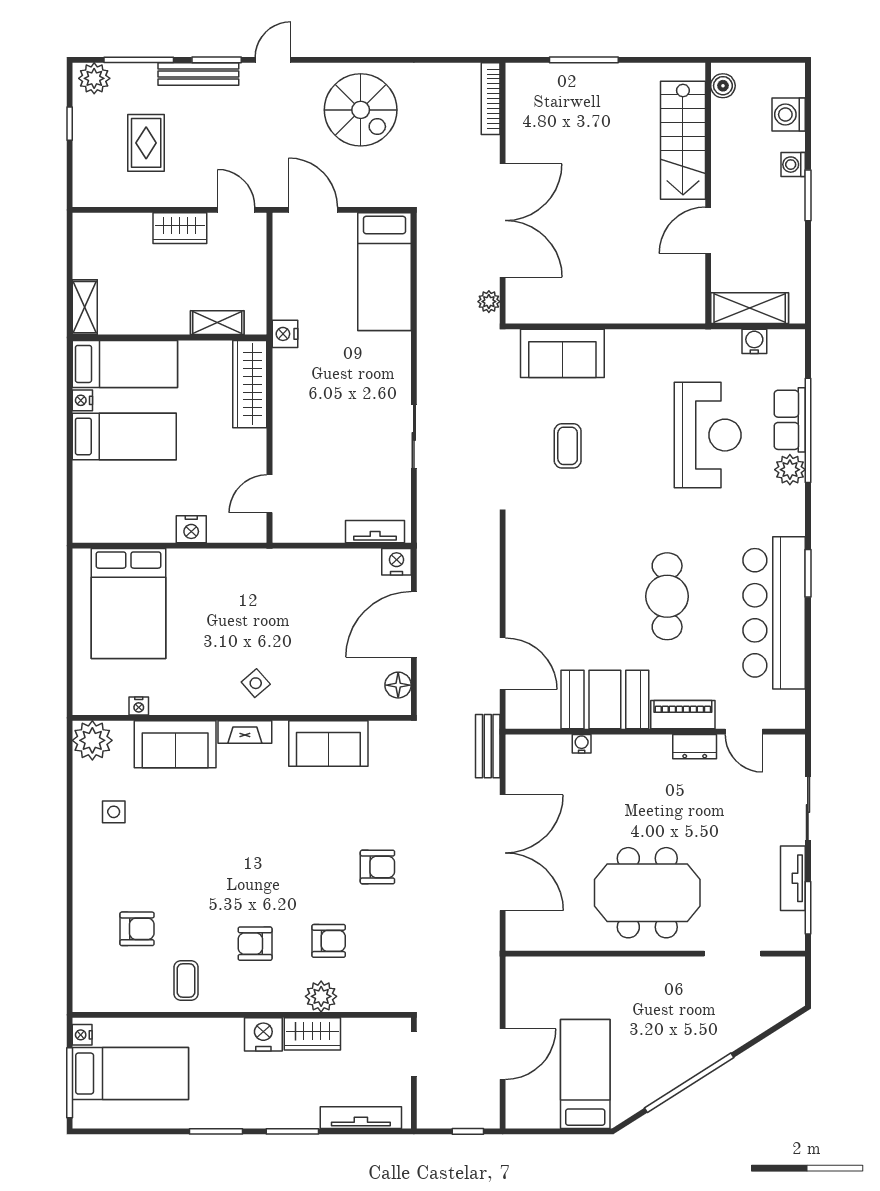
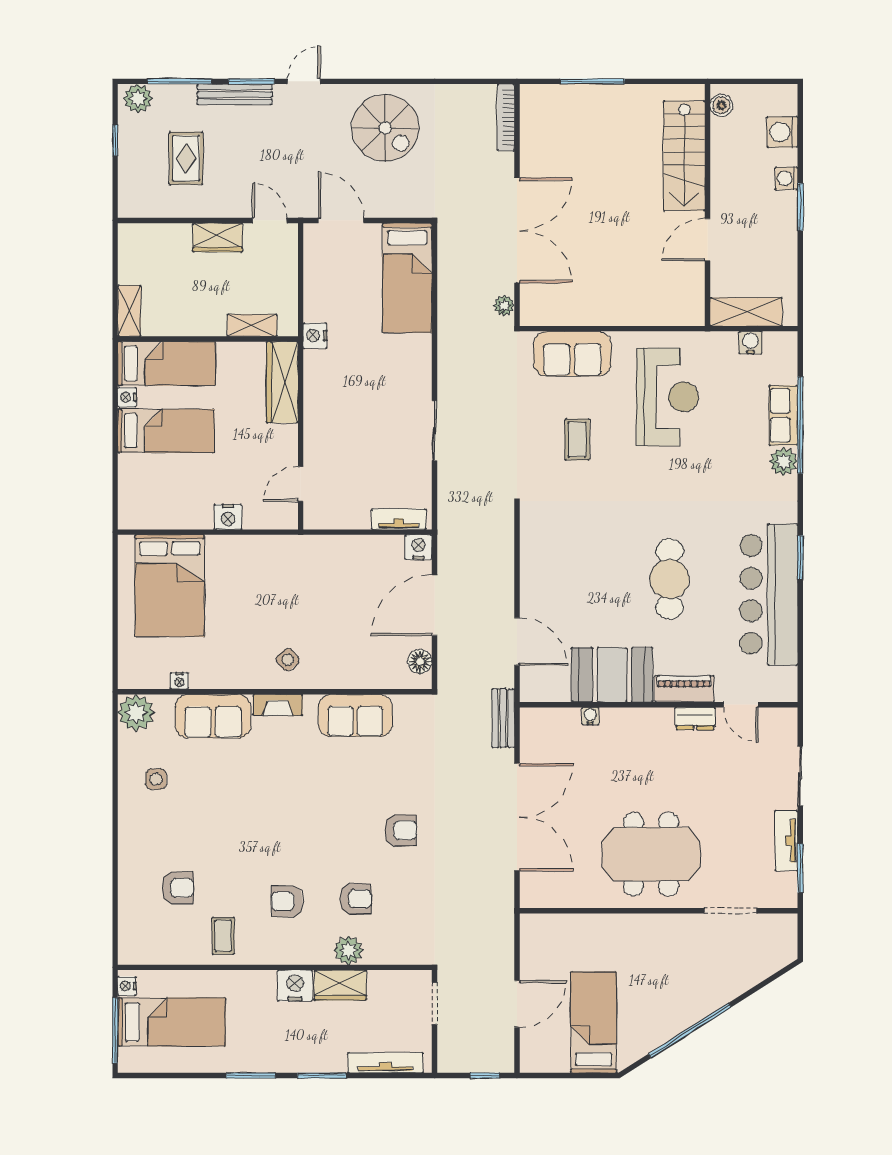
reception desk: (708, 435) -> (667, 397), moved

